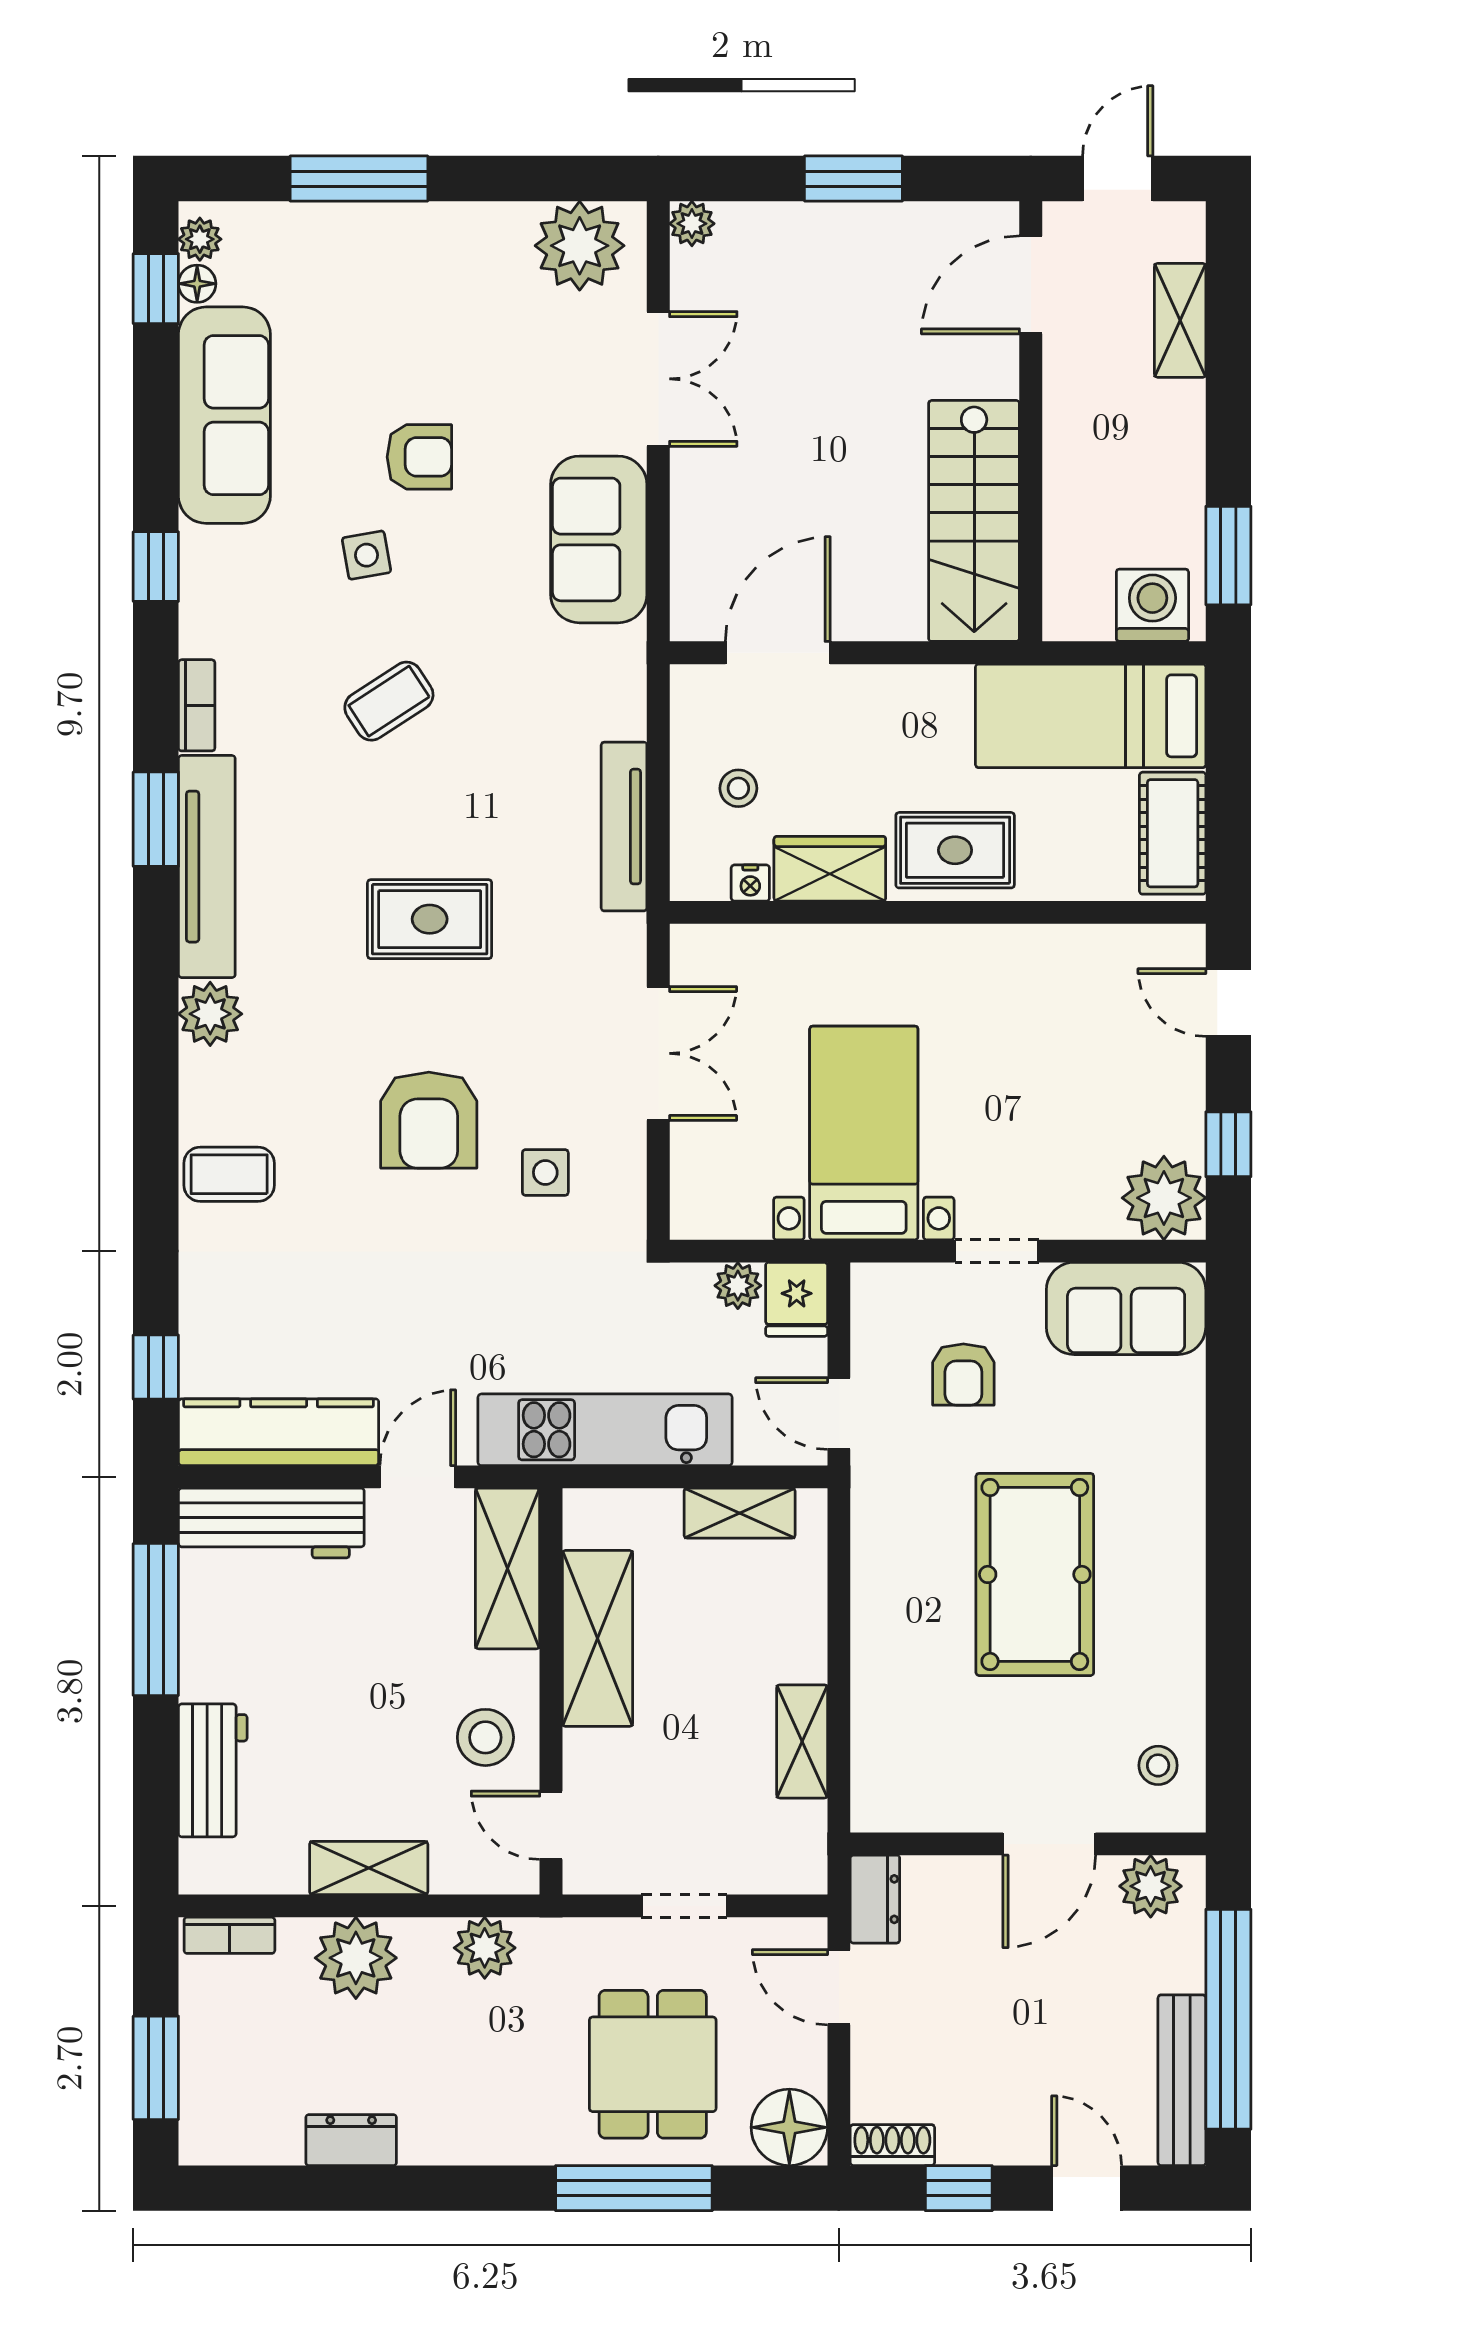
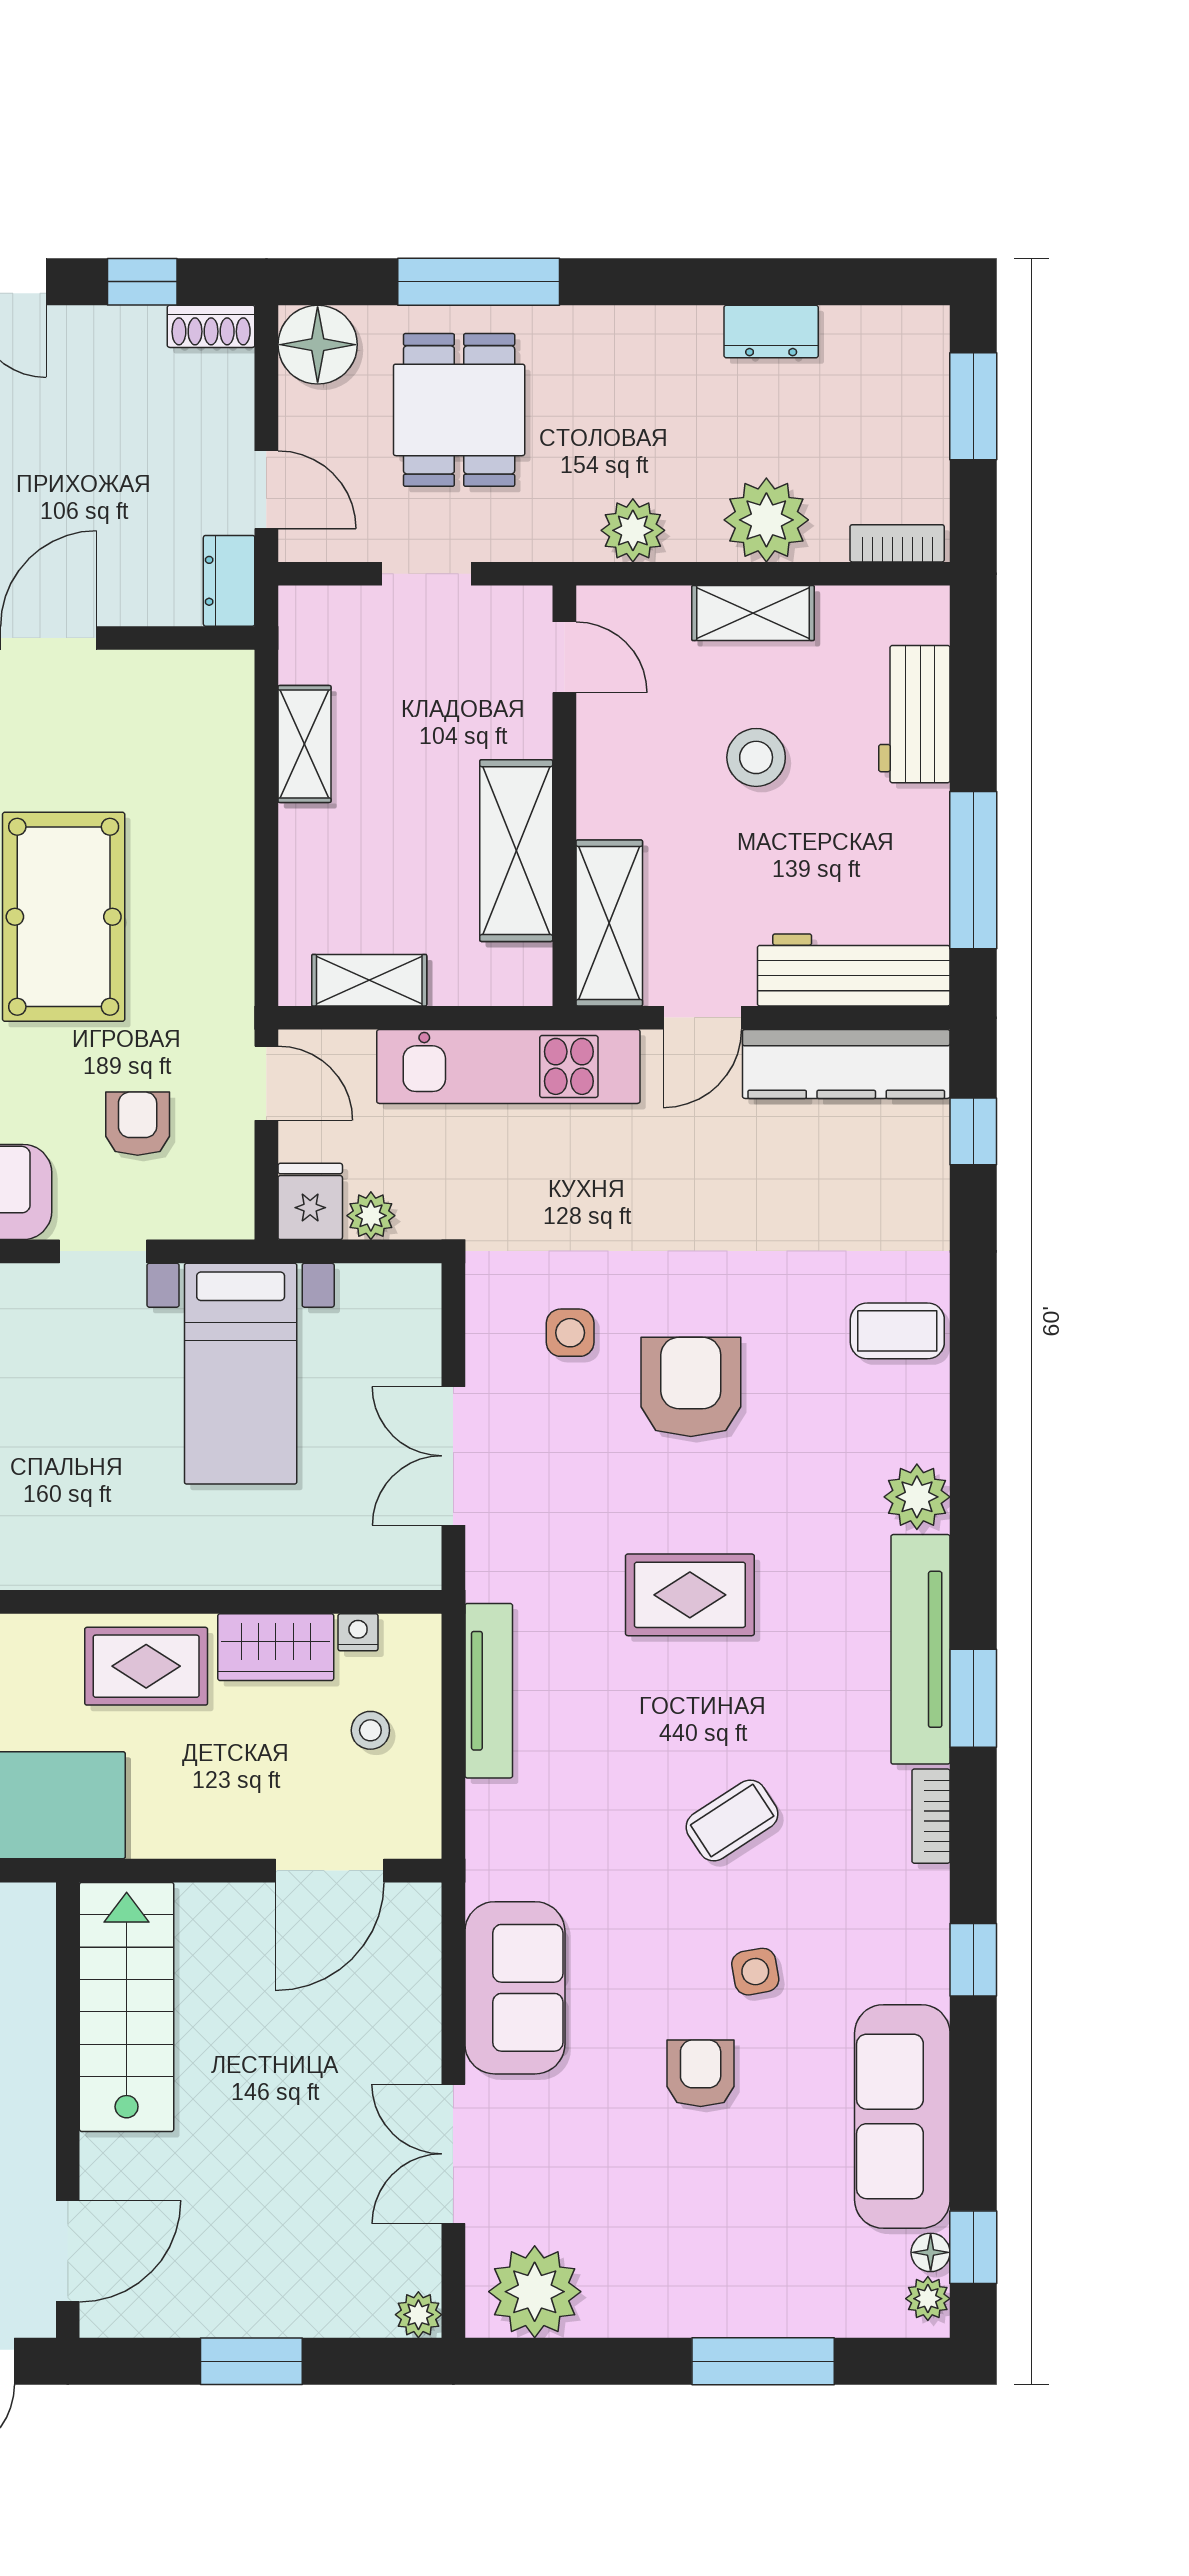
armchair: (419, 457) -> (701, 2073), turned 90
stool: (485, 1737) -> (756, 757), moved

